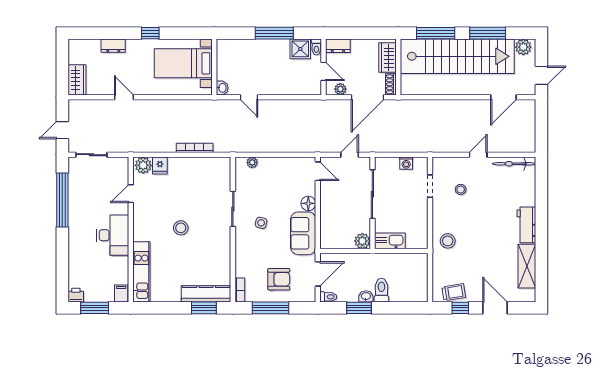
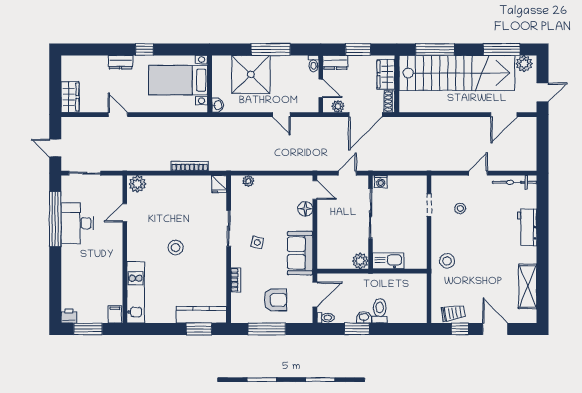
window: (360, 33) -> (358, 49), added
window: (488, 33) -> (502, 49), moved
dresser: (113, 46) -> (121, 62), moved
shower: (300, 49) -> (251, 74), moved, width x1.86, depth x1.86
door: (249, 97) -> (281, 115), moved
door: (62, 130) -> (55, 148), hinge flipped
washing machine: (406, 163) -> (381, 182), moved
fridge: (160, 165) -> (219, 184), moved
floor lamp: (308, 203) -> (305, 209), moved
workbench: (526, 225) -> (527, 227), moved
desk: (113, 235) -> (77, 223), moved, turned 180
bookcase: (240, 290) -> (236, 280), moved

